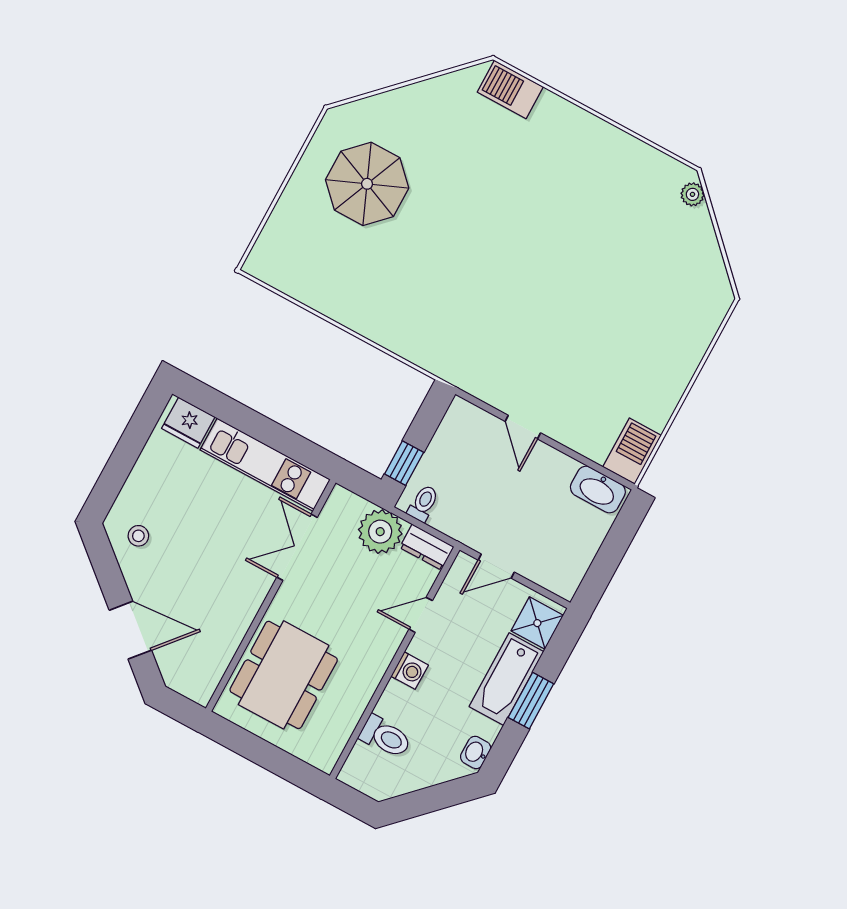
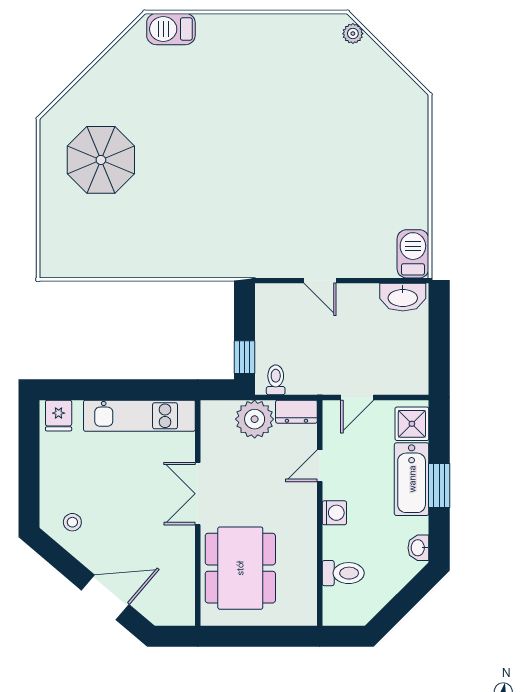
fridge: (188, 423) -> (59, 416), width x0.72
double door: (297, 547) -> (198, 494), moved

